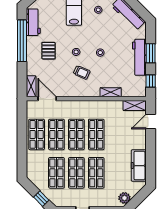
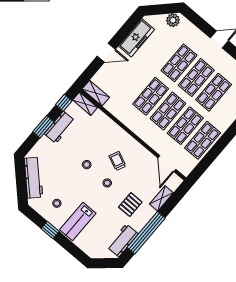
workbench: (139, 57) -> (60, 127), width x0.73
shelving: (31, 86) -> (161, 198), moved
shelving: (111, 92) -> (85, 104), moved
door: (151, 122) -> (106, 53), moved

